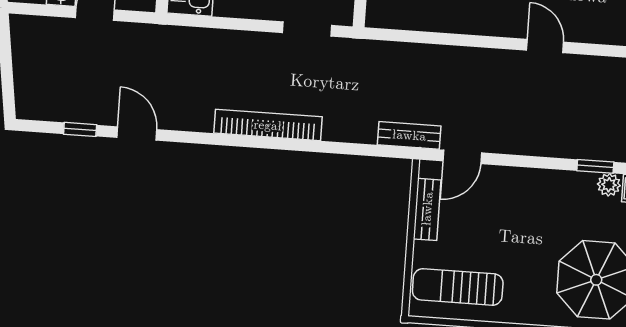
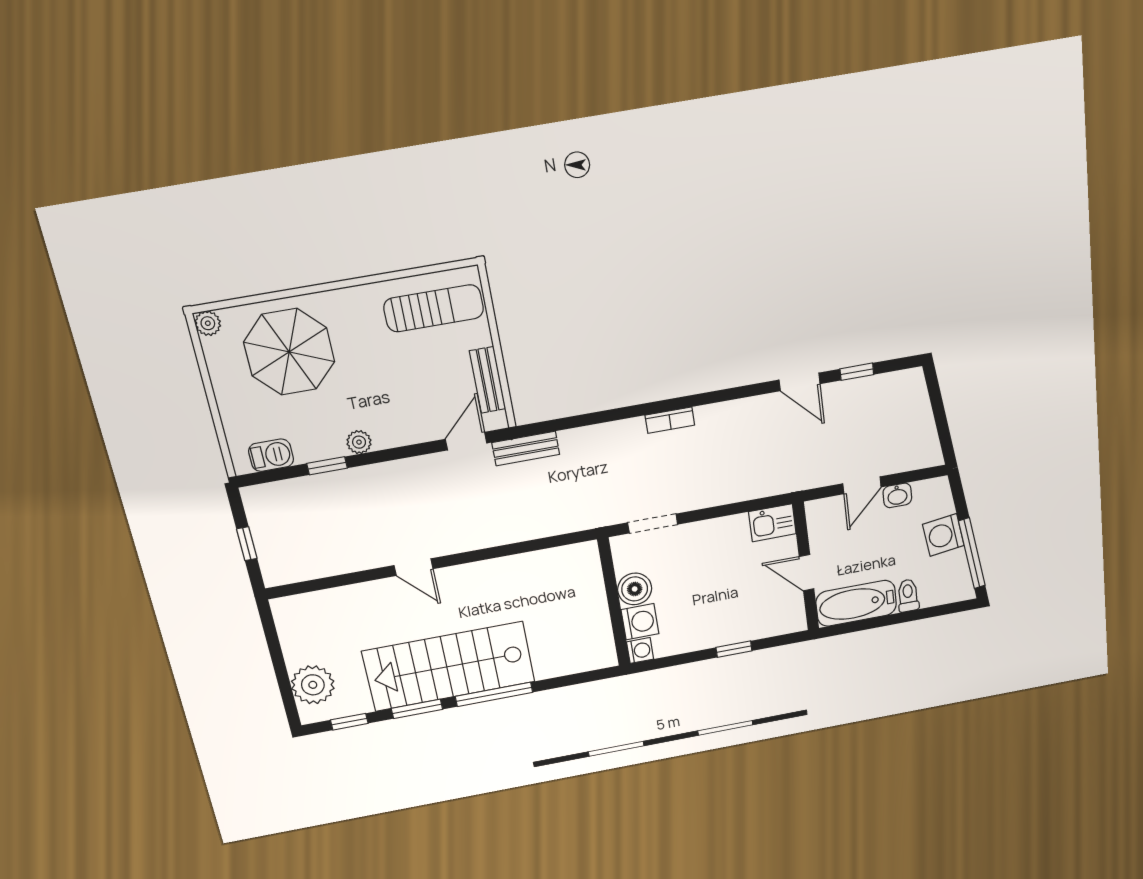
bookcase: (268, 125) -> (670, 420), width x0.43, depth x0.76
plant: (609, 185) -> (359, 442), moved

